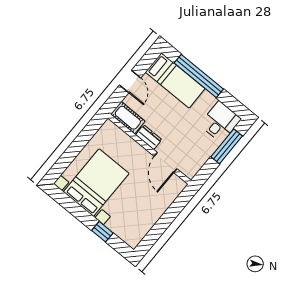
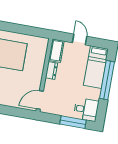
door: (130, 81) -> (80, 40), swing flipped
door: (166, 162) -> (40, 100), moved

